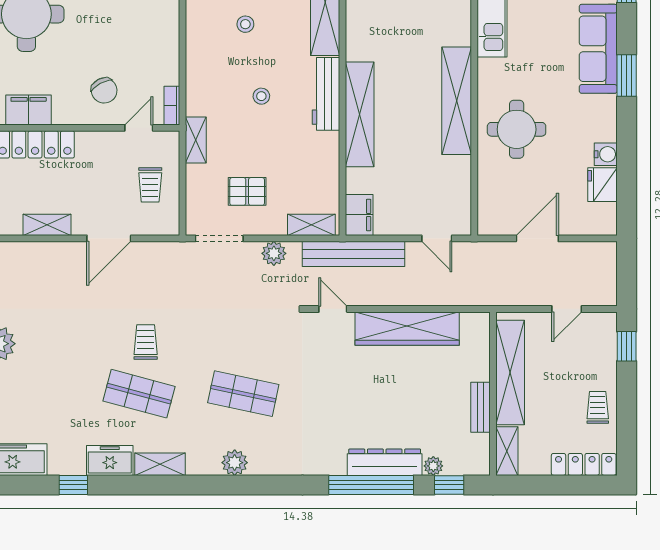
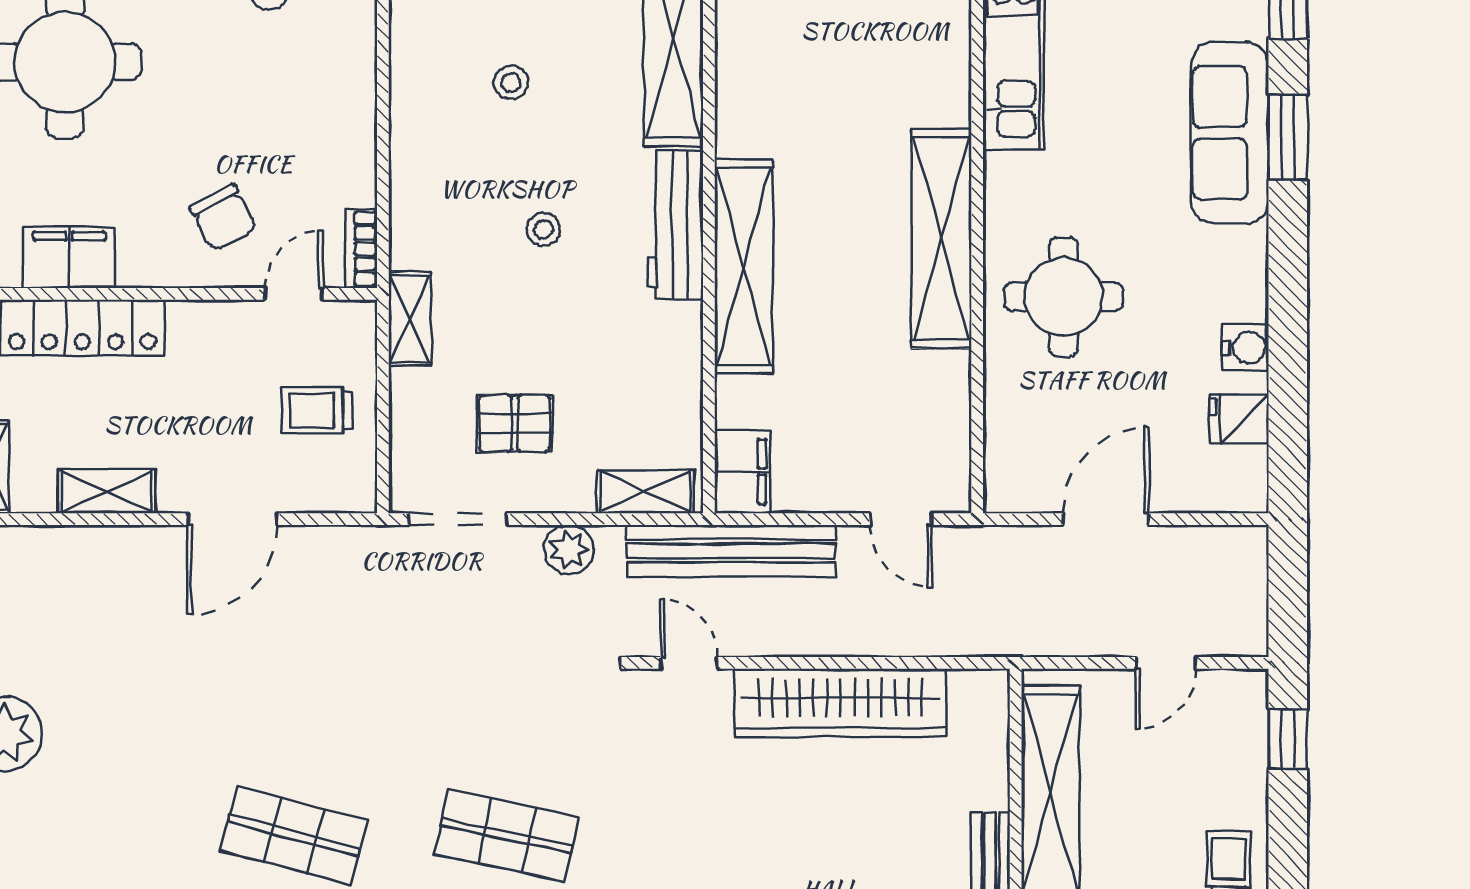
window: (627, 76) -> (1288, 137), moved
trolley: (150, 185) -> (317, 410), turned 90
fridge: (603, 185) -> (1239, 419), width x0.72
trolley: (146, 342) -> (308, 730), removed

